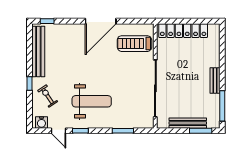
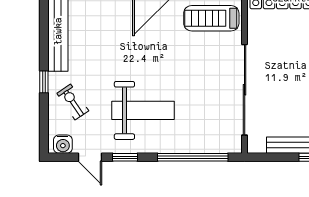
window: (123, 131) -> (193, 157), width x2.11

